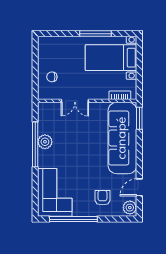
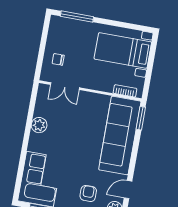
window: (96, 34) -> (77, 17), moved
double door: (75, 101) -> (65, 86), moved
window: (35, 144) -> (28, 126), removed

